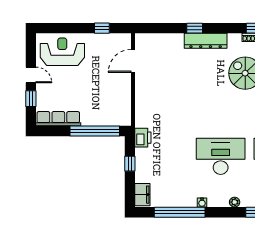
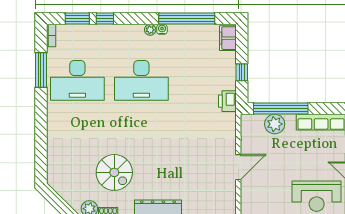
door: (133, 61) -> (238, 167), moved
plant: (100, 117) -> (275, 124), added
plant: (235, 202) -> (150, 30), moved

